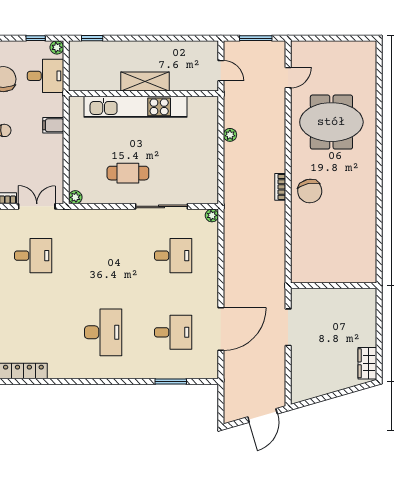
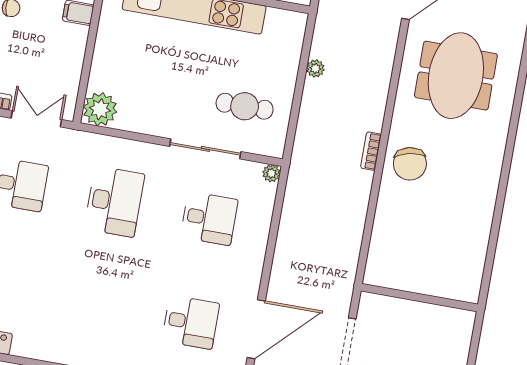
meeting table: (331, 122) -> (456, 76), turned 90
cafe table: (128, 173) -> (245, 106), moved
plant: (75, 197) -> (100, 109), width x1.87, depth x1.87
desk: (103, 332) -> (114, 201), moved

